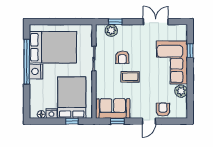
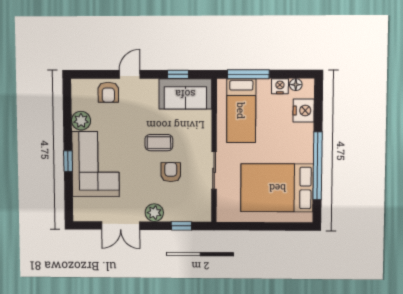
plant: (111, 30) -> (154, 213), moved
window: (190, 51) -> (68, 161), moved
nightstand: (36, 71) -> (304, 110), moved
bed: (72, 98) -> (241, 111), width x0.67
window: (72, 121) -> (248, 74), width x2.17

